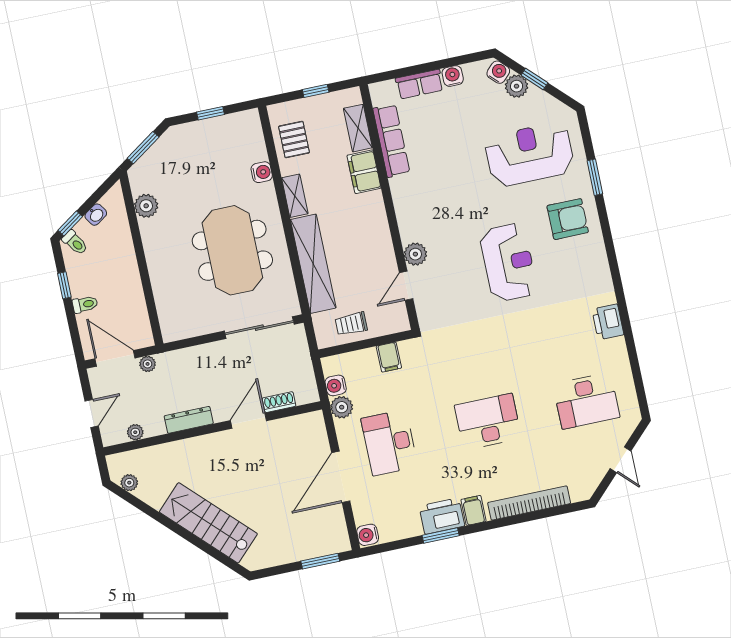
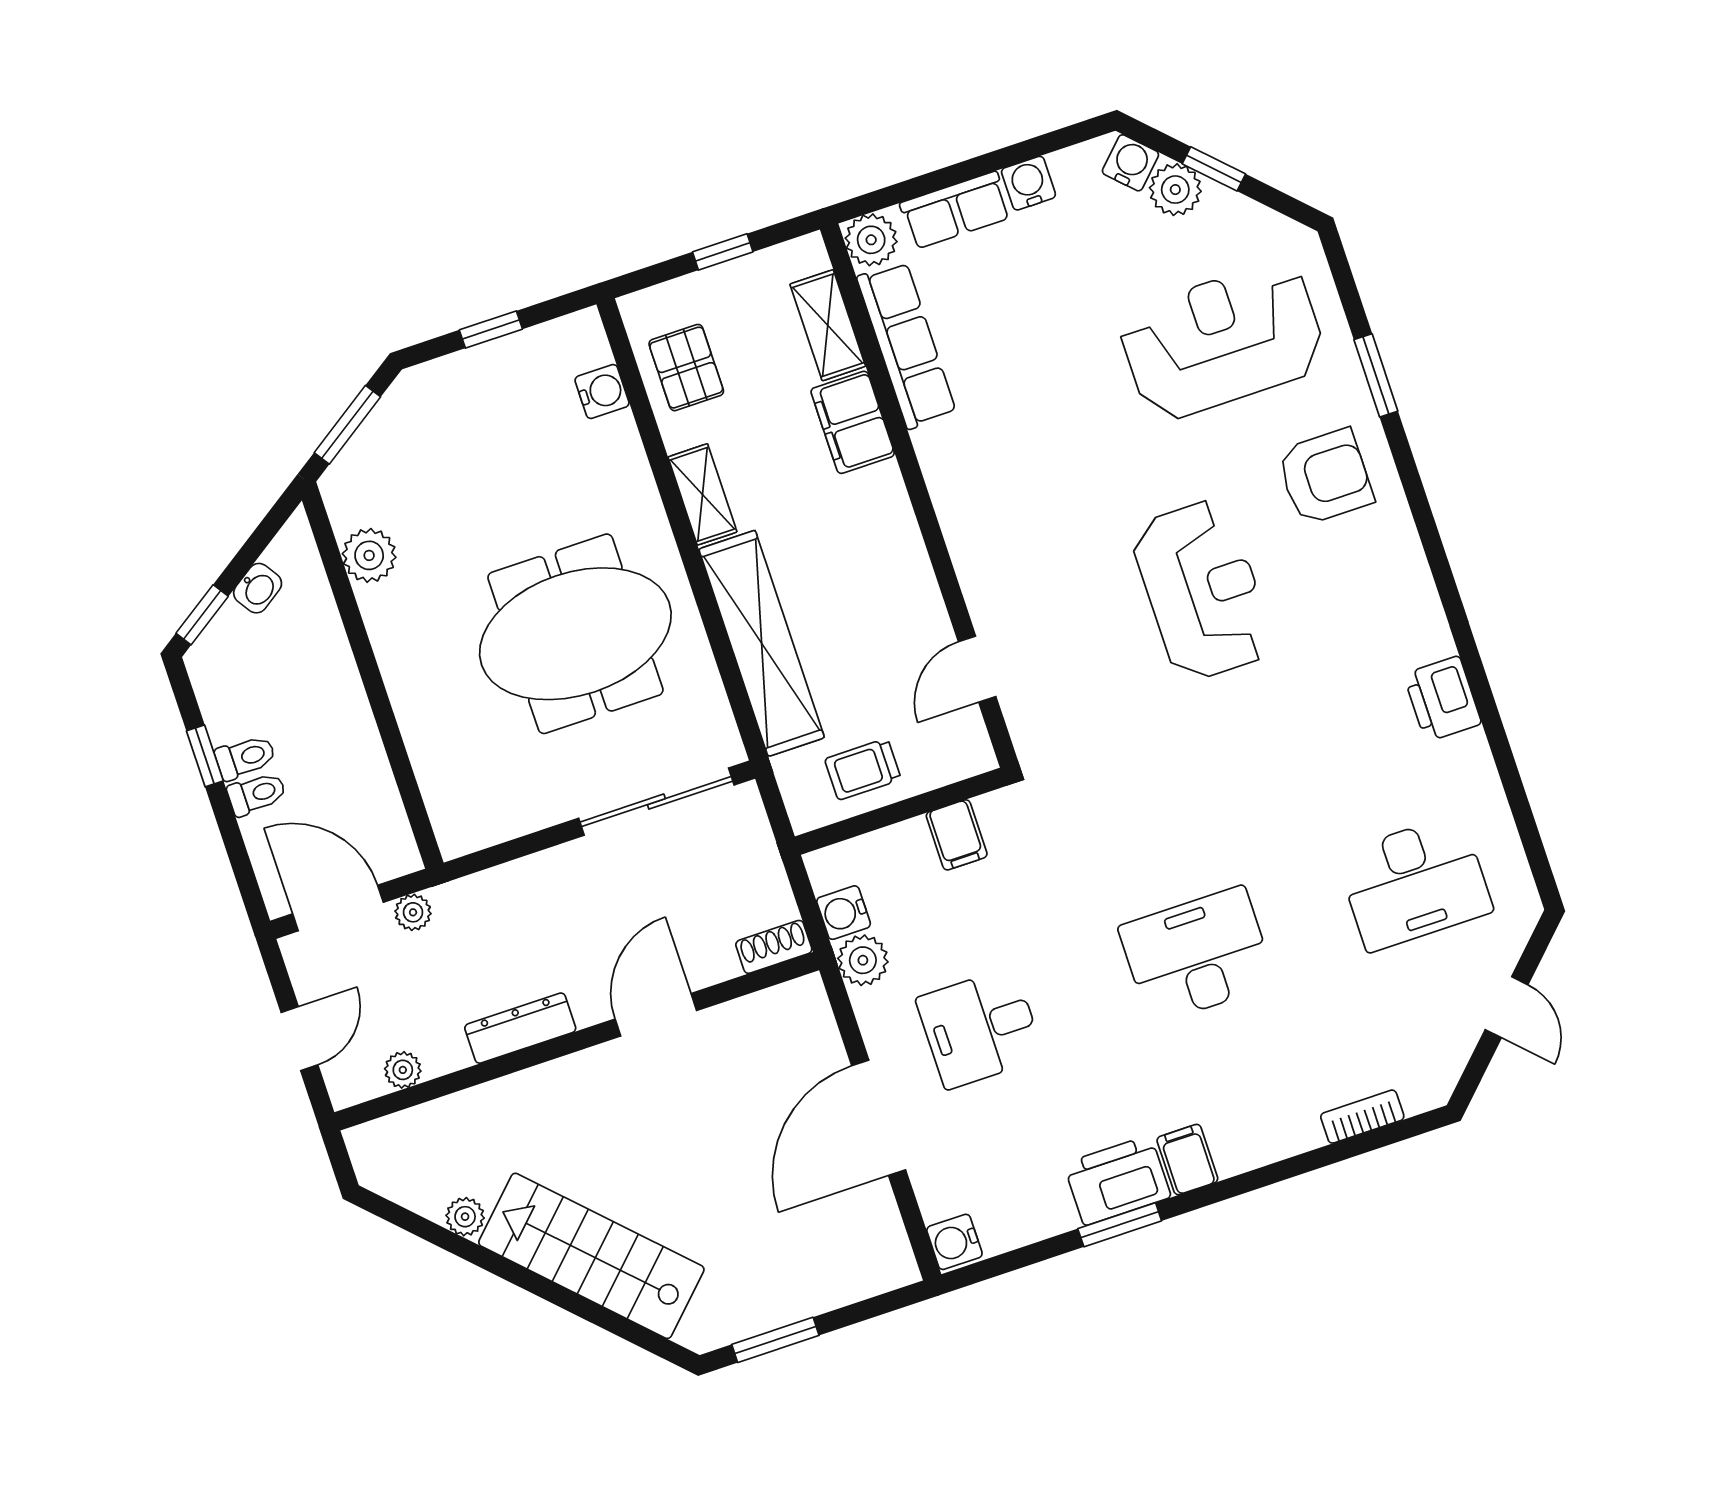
water cooler: (262, 172) -> (602, 392), moved
toilet: (75, 243) -> (245, 757), moved, turned -56
meeting table: (232, 250) -> (575, 634), turned 90
plant: (415, 254) -> (871, 240), moved
shoe rack: (279, 402) -> (774, 947), moved
desk: (389, 443) -> (980, 1028), width x0.73
plant: (129, 483) -> (465, 1217), moved
bookcase: (529, 503) -> (1362, 1117), width x0.43, depth x0.76
window: (320, 561) -> (775, 1340), moved

